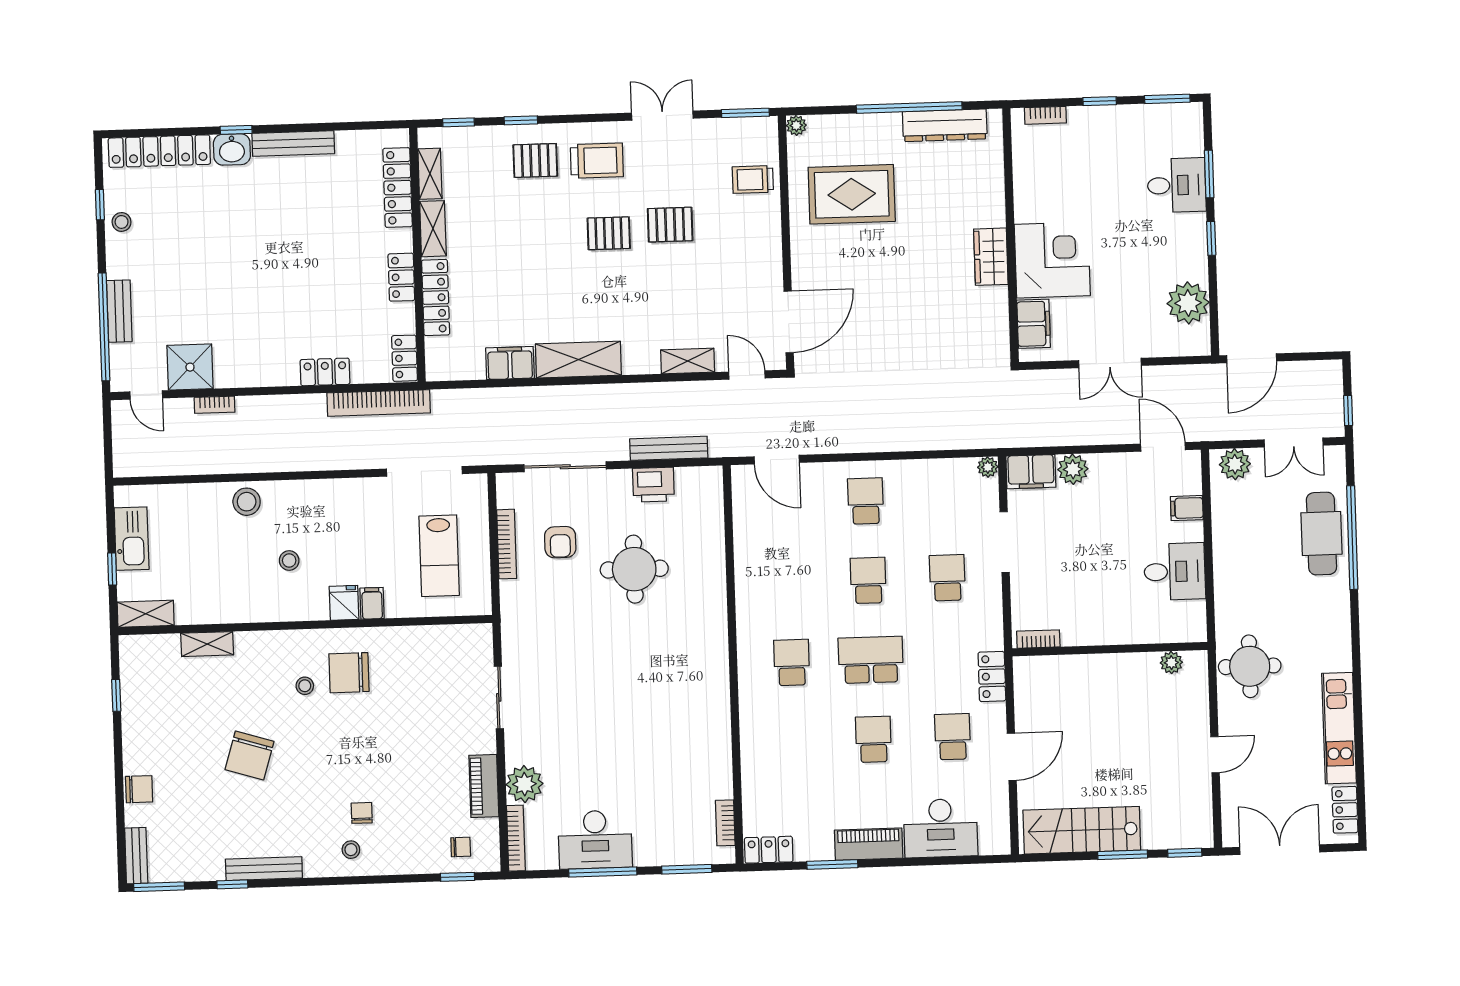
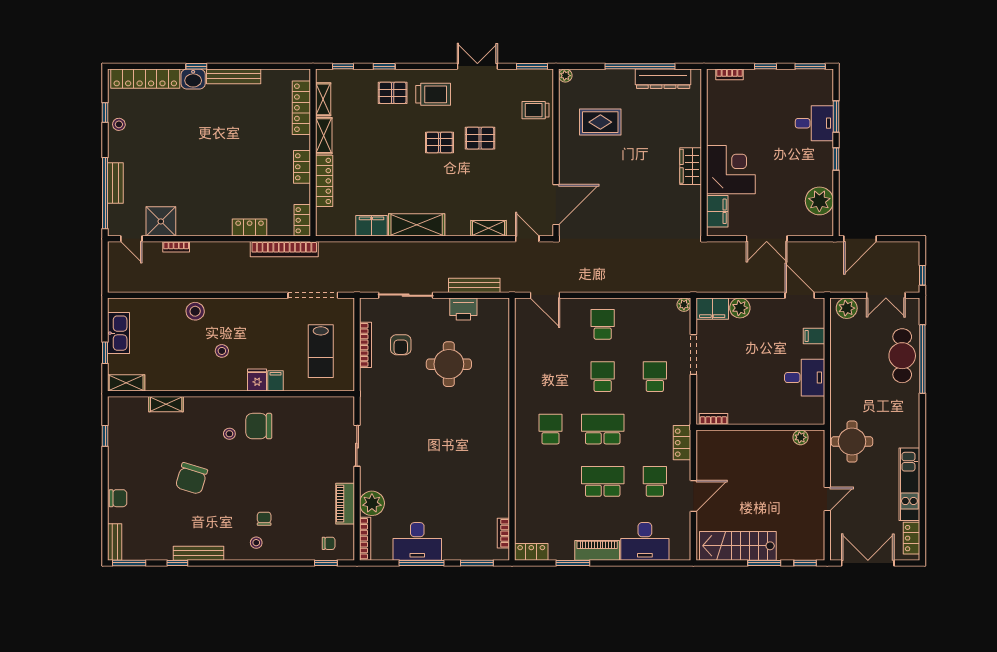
rug: (852, 194) -> (600, 122), width x0.73, depth x0.70
school desk: (873, 739) -> (603, 481), width x1.85

